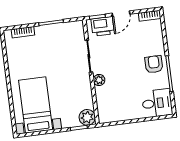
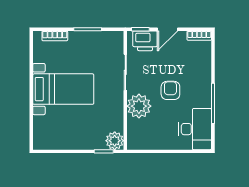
armchair: (154, 64) -> (170, 90), moved
plant: (99, 80) -> (139, 106), width x1.87, depth x1.87
desk: (157, 103) -> (195, 129), width x1.37
bed with nightstands: (36, 105) -> (63, 89), moved, turned 90

